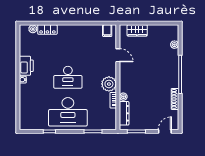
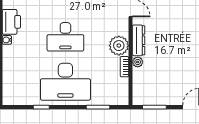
dresser: (124, 113) -> (139, 40), moved

